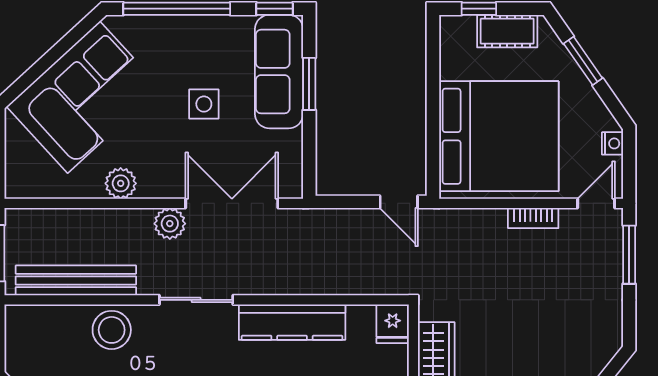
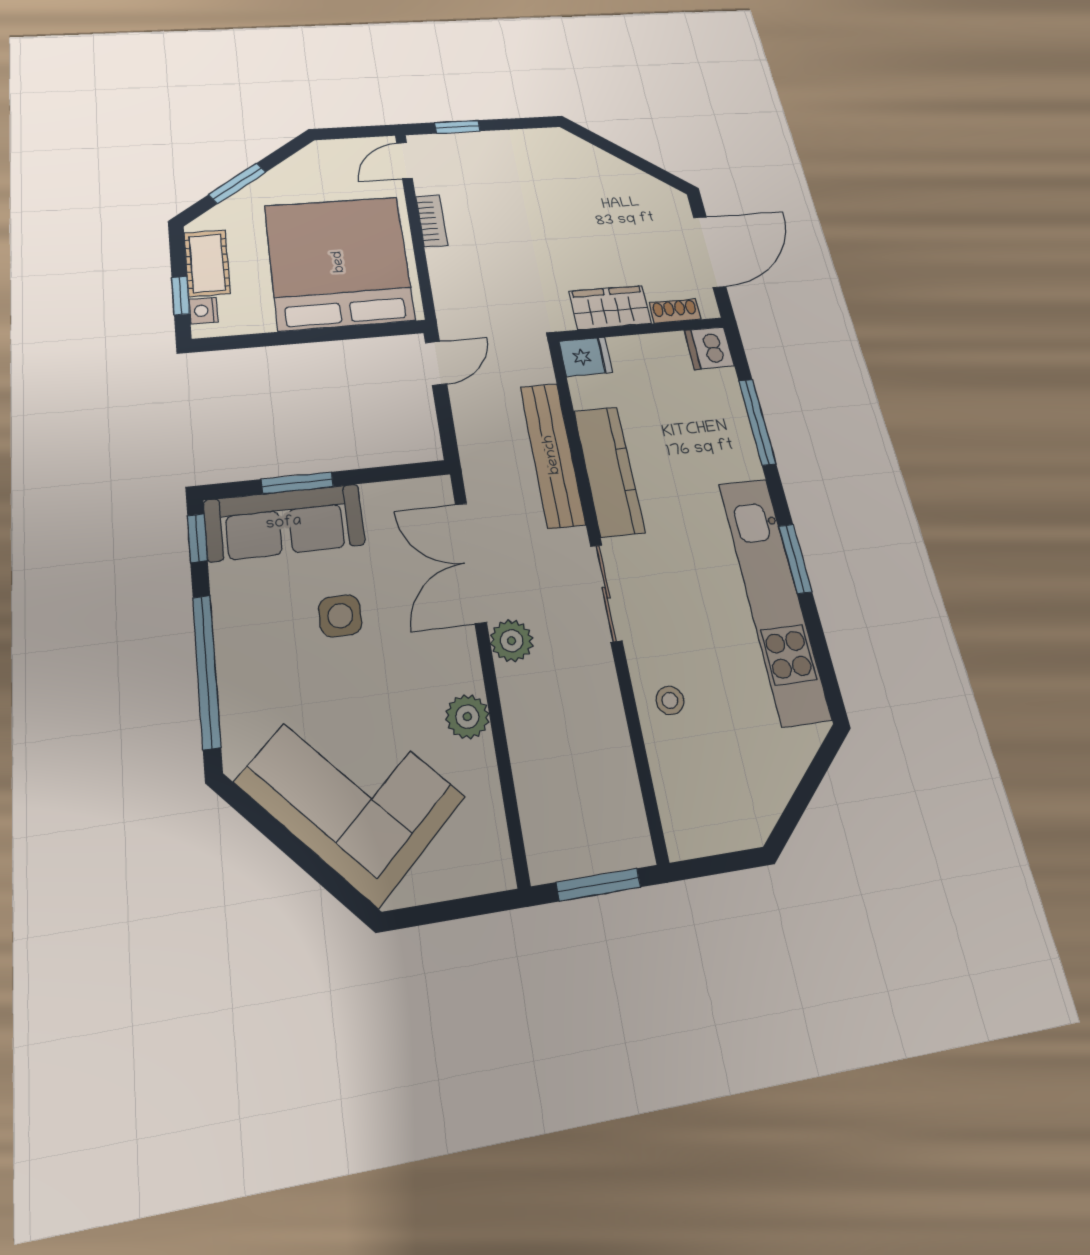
nightstand: (612, 143) -> (203, 311), moved, turned -90
door: (596, 203) -> (405, 161), hinge flipped
window: (629, 255) -> (457, 127), width x0.67
bench: (76, 280) -> (552, 455), moved
stool: (112, 330) -> (670, 700), width x0.53, depth x0.53

